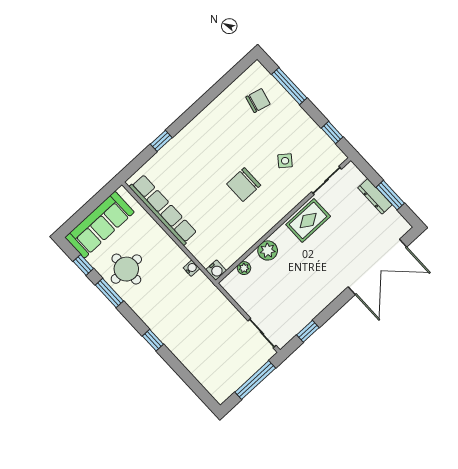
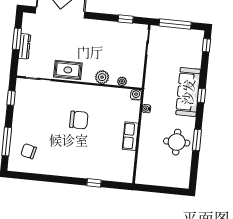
side table: (285, 161) -> (47, 109), removed
row of seats: (163, 210) -> (130, 136), width x0.50
sofa: (100, 225) -> (188, 92), moved, turned -90
window: (83, 265) -> (206, 45), moved

